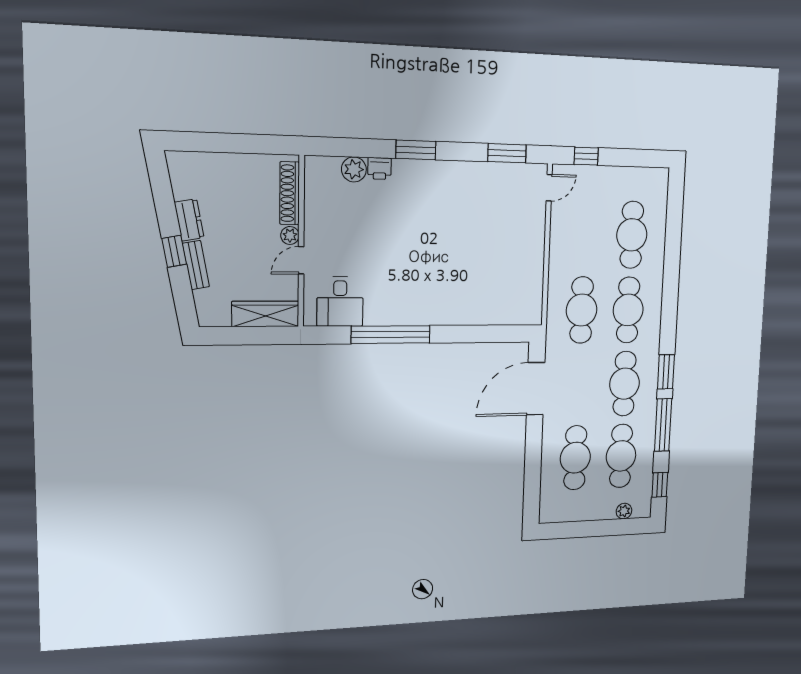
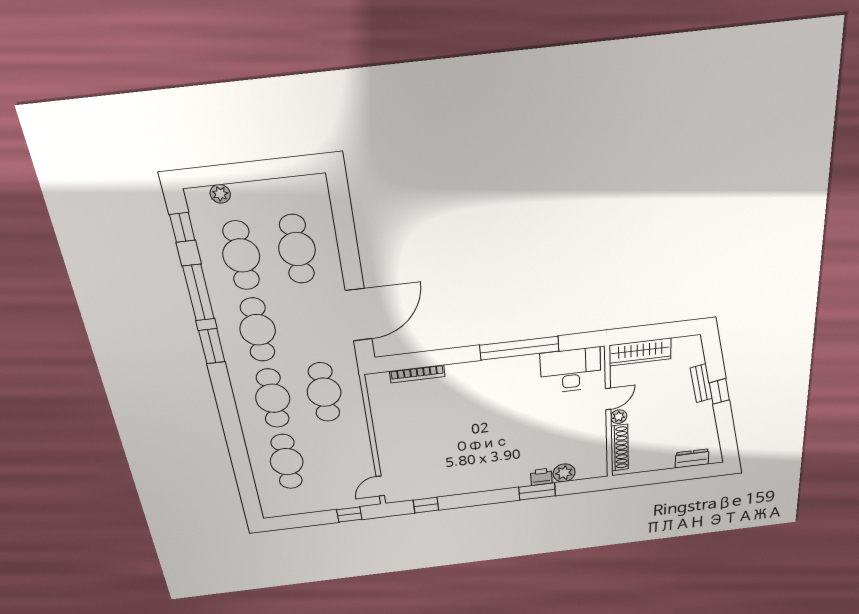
window: (416, 150) -> (537, 491), moved
window: (507, 153) -> (426, 505), width x0.67
dresser: (189, 220) -> (692, 458), moved, turned 100
desk: (340, 302) -> (571, 370), width x1.37
bookcase: (493, 318) -> (417, 374), added

